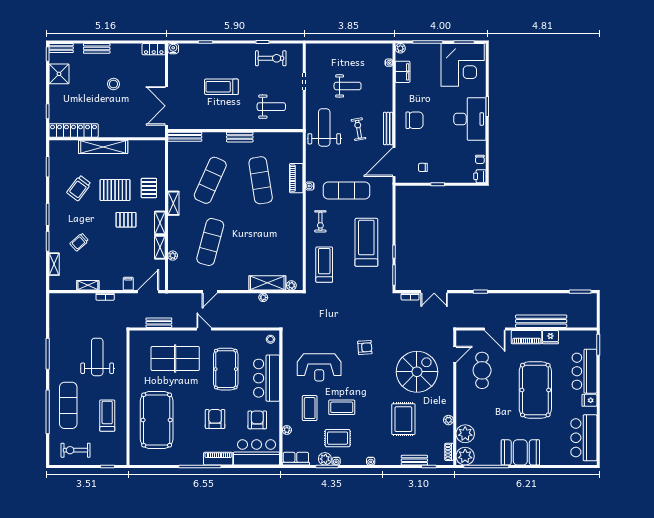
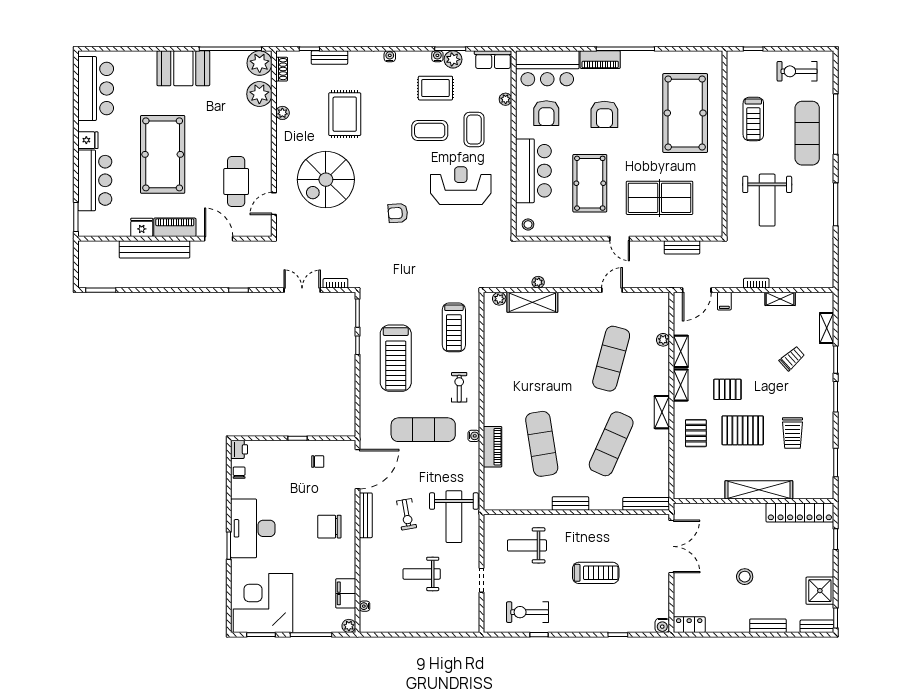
trolley: (79, 188) -> (792, 433), turned 143
exercise bike: (76, 450) -> (797, 71), turned 180

